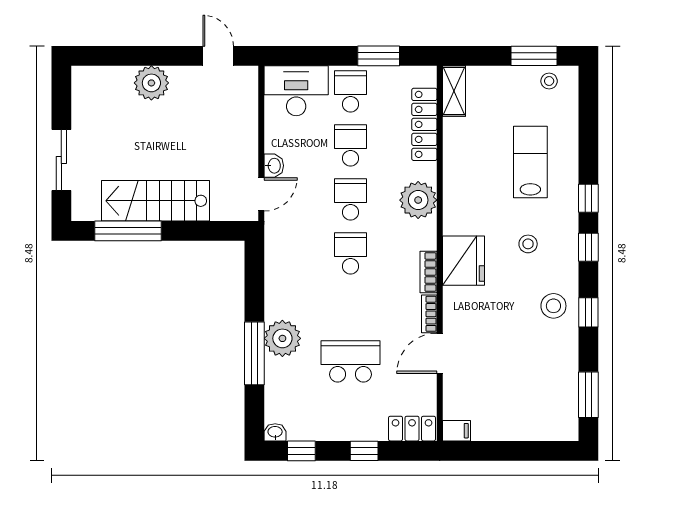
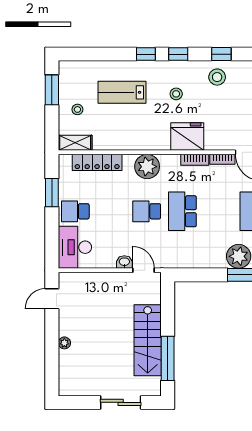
stool: (549, 81) -> (77, 109), moved
plant: (151, 83) -> (64, 343), width x0.53, depth x0.53
school desk: (350, 145) -> (111, 211), removed
school desk: (350, 253) -> (182, 211), width x1.85

